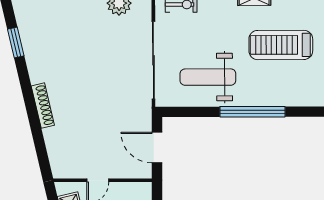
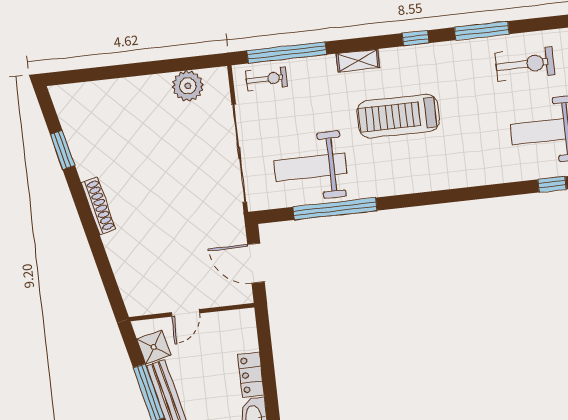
shoe rack: (43, 106) -> (98, 206), moved
window: (252, 112) -> (335, 209), moved

